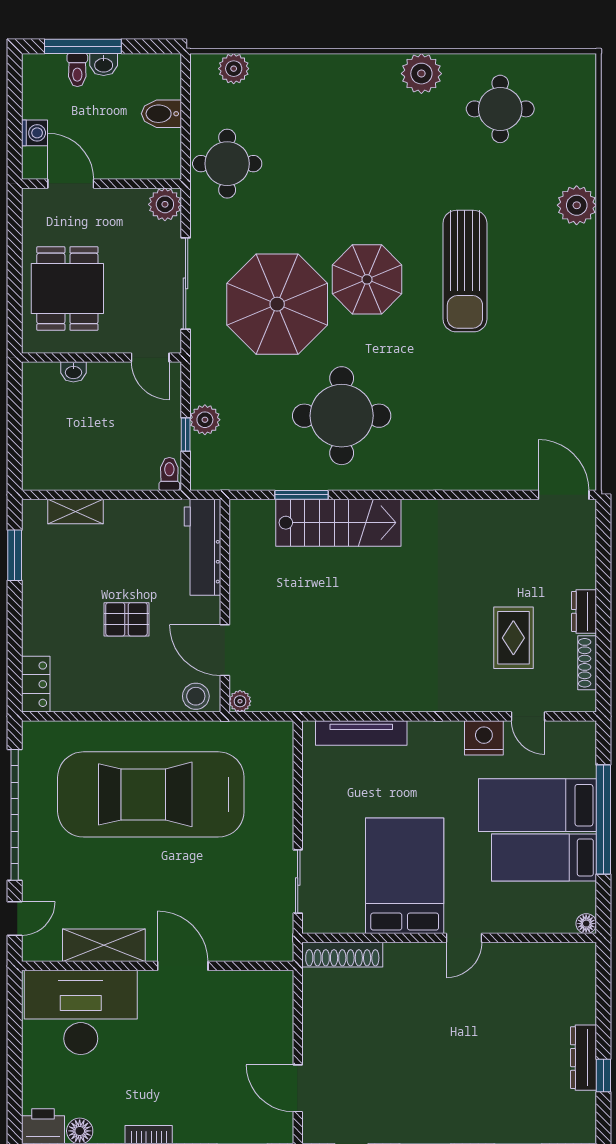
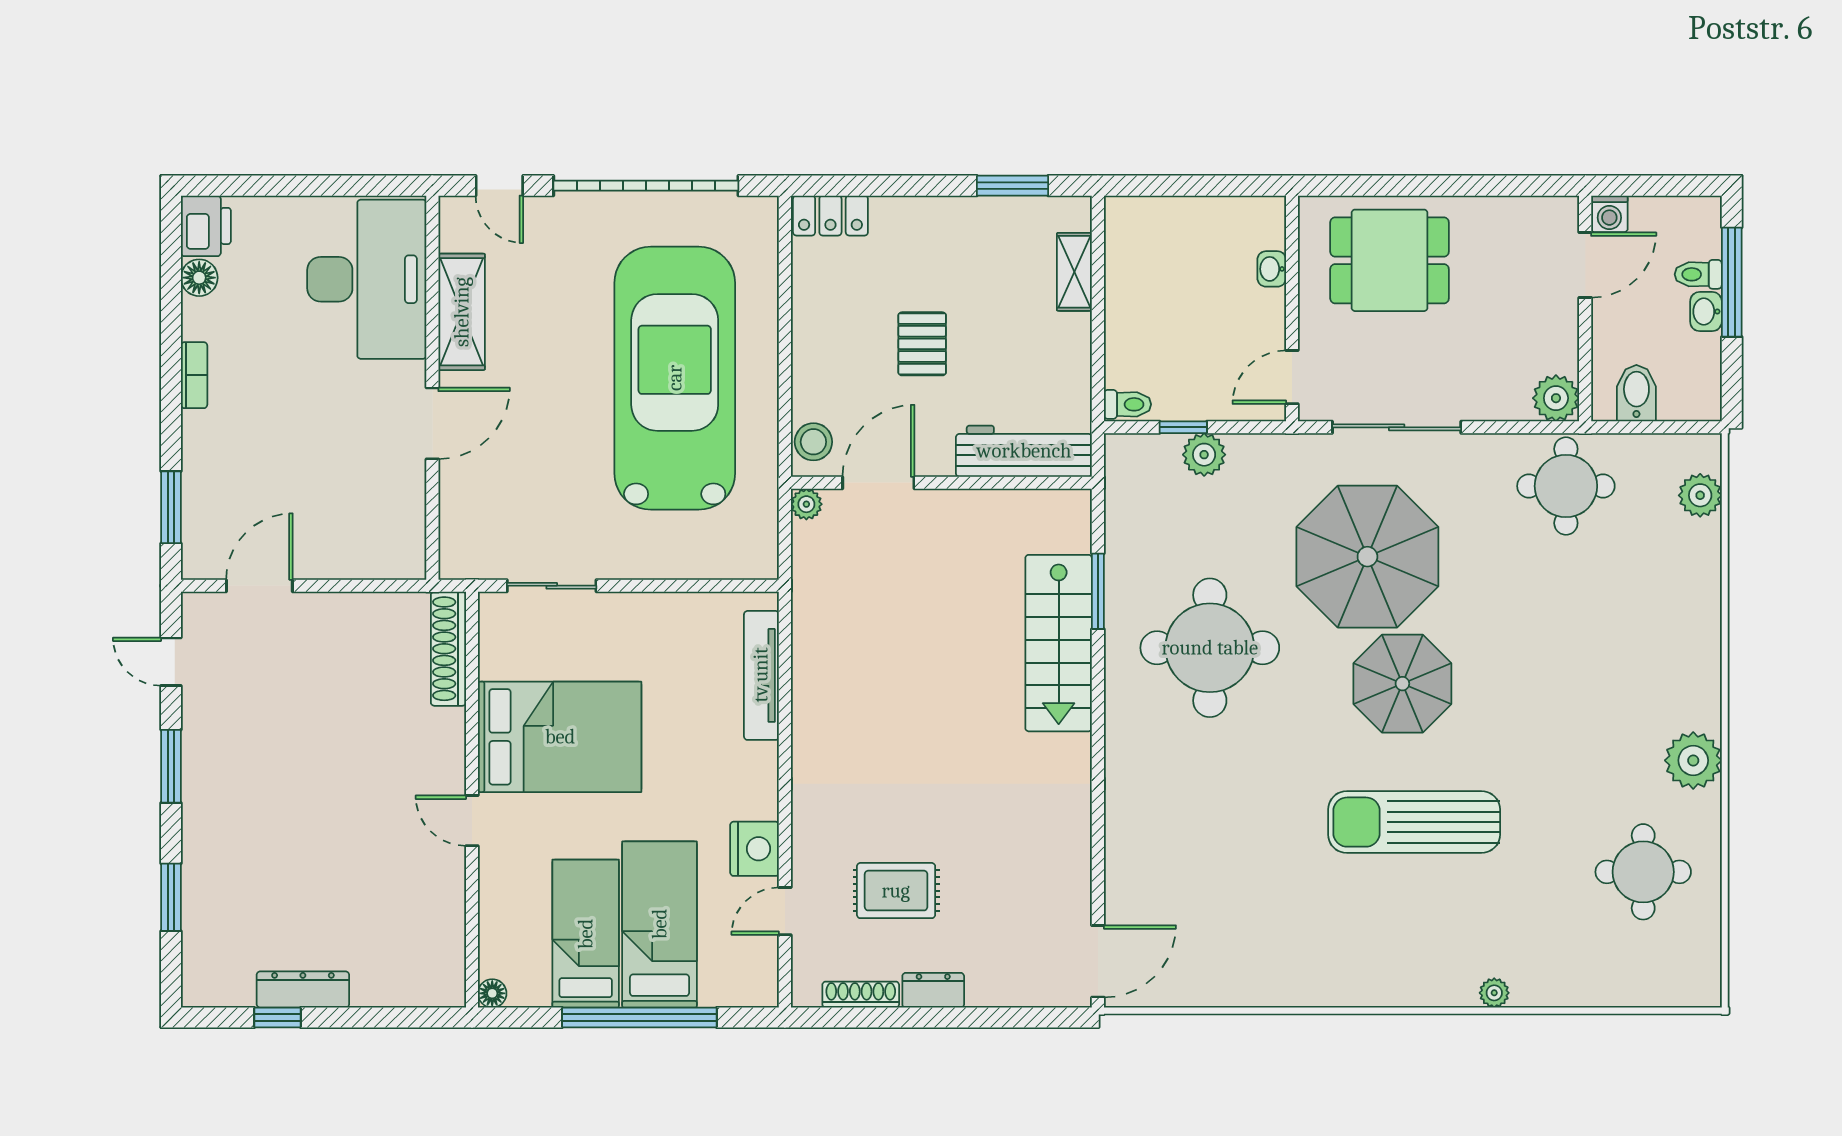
door: (71, 184) -> (1585, 265), moved
wall: (101, 184) -> (1585, 308), moved
plant: (165, 204) -> (1556, 398), moved
plant: (577, 205) -> (1494, 993), width x0.53, depth x0.53

